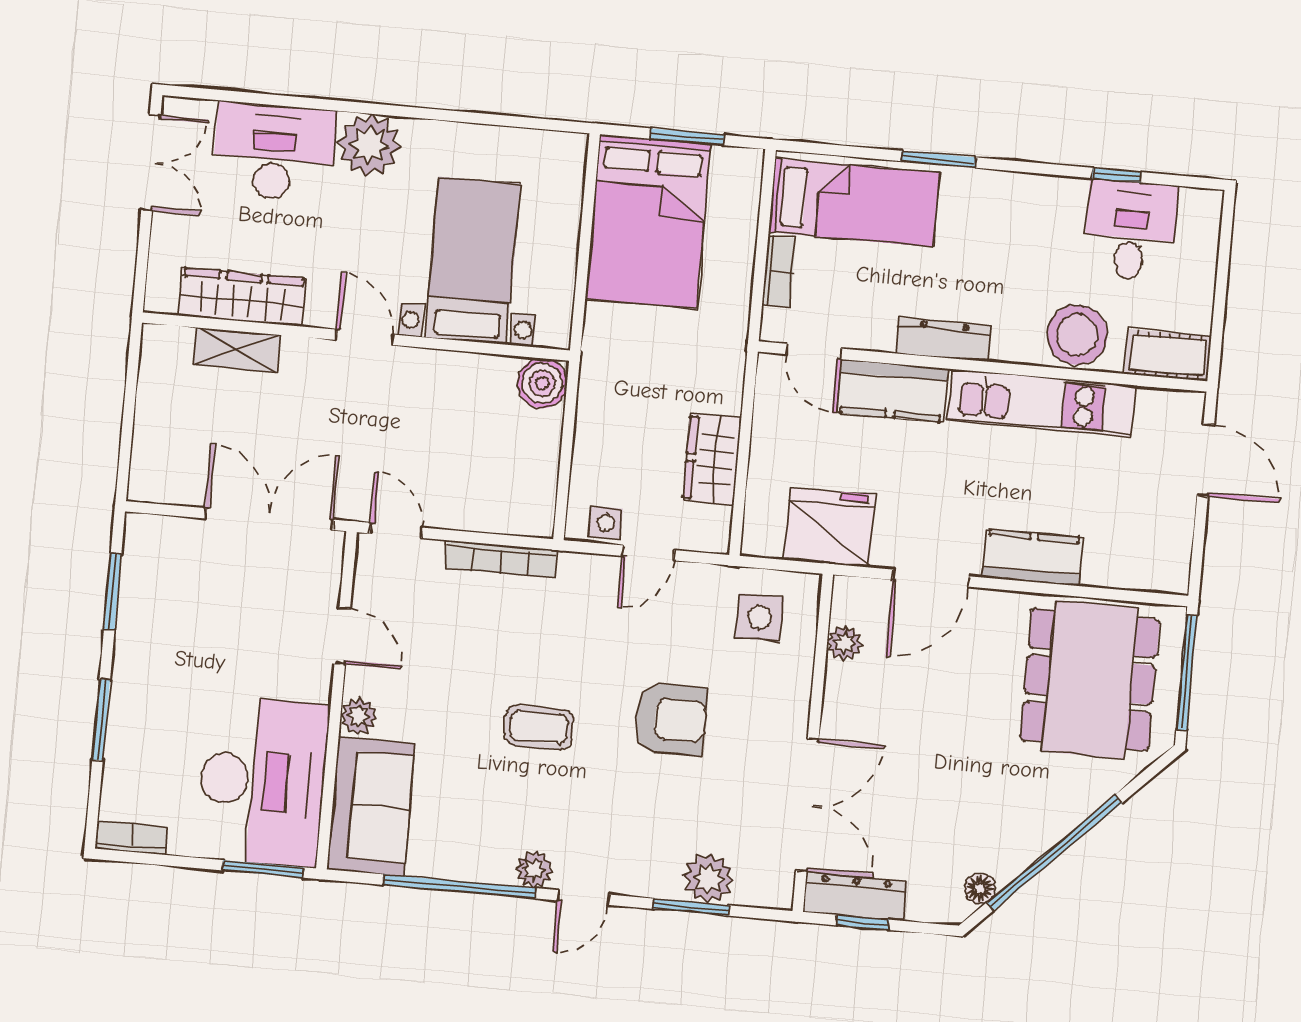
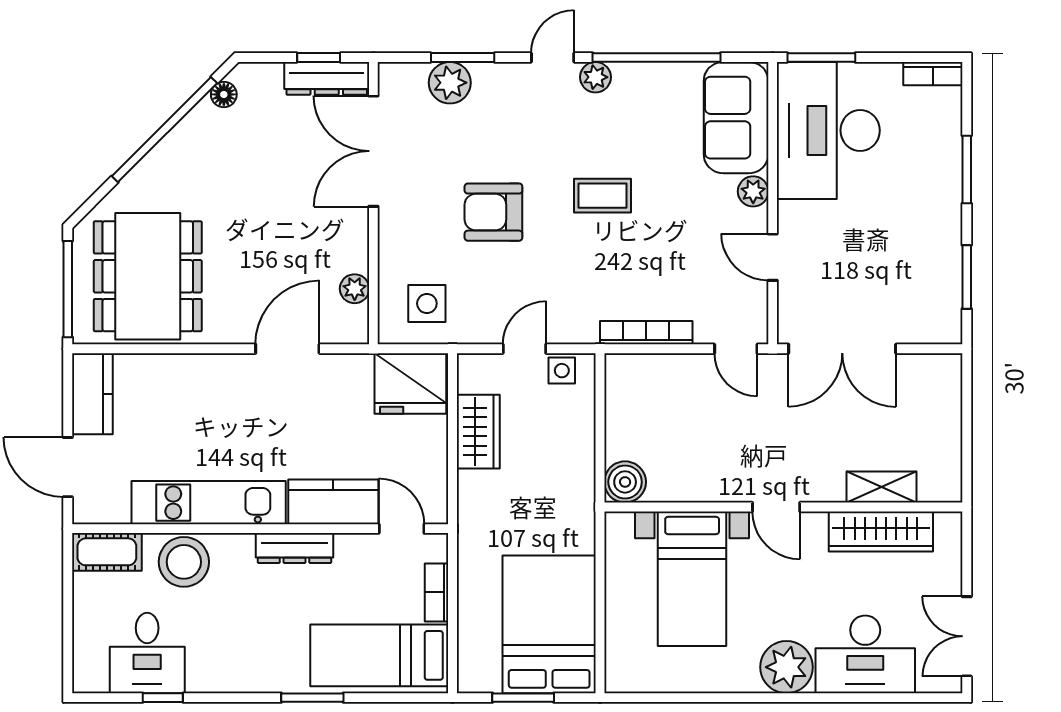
fridge: (830, 527) -> (410, 383), moved
kitchen counter: (1032, 558) -> (92, 394), moved, turned -90

